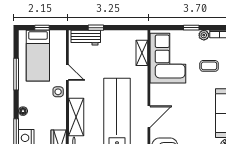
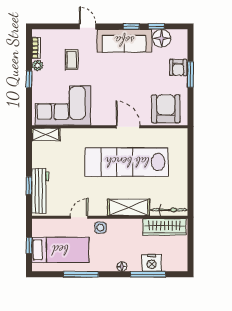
workbench: (86, 38) -> (40, 191), width x1.37
shelving: (142, 53) -> (46, 134), moved

